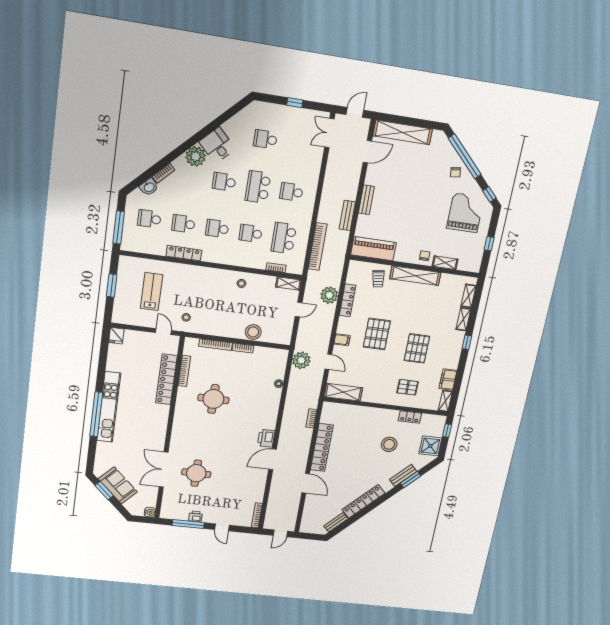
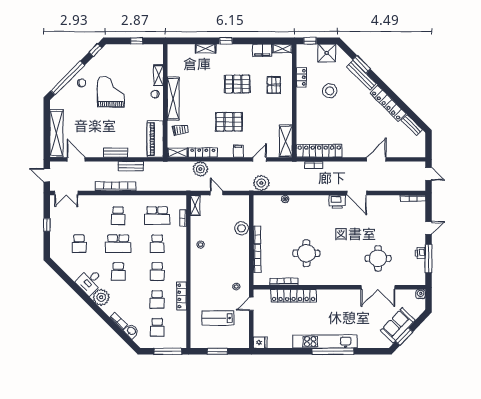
grand piano: (465, 213) -> (111, 92), moved, turned 90
bookcase: (318, 247) -> (116, 186), moved
shelving: (469, 296) -> (178, 153), moved
locker: (322, 448) -> (319, 151), moved
bench: (403, 475) -> (361, 75), width x1.36

